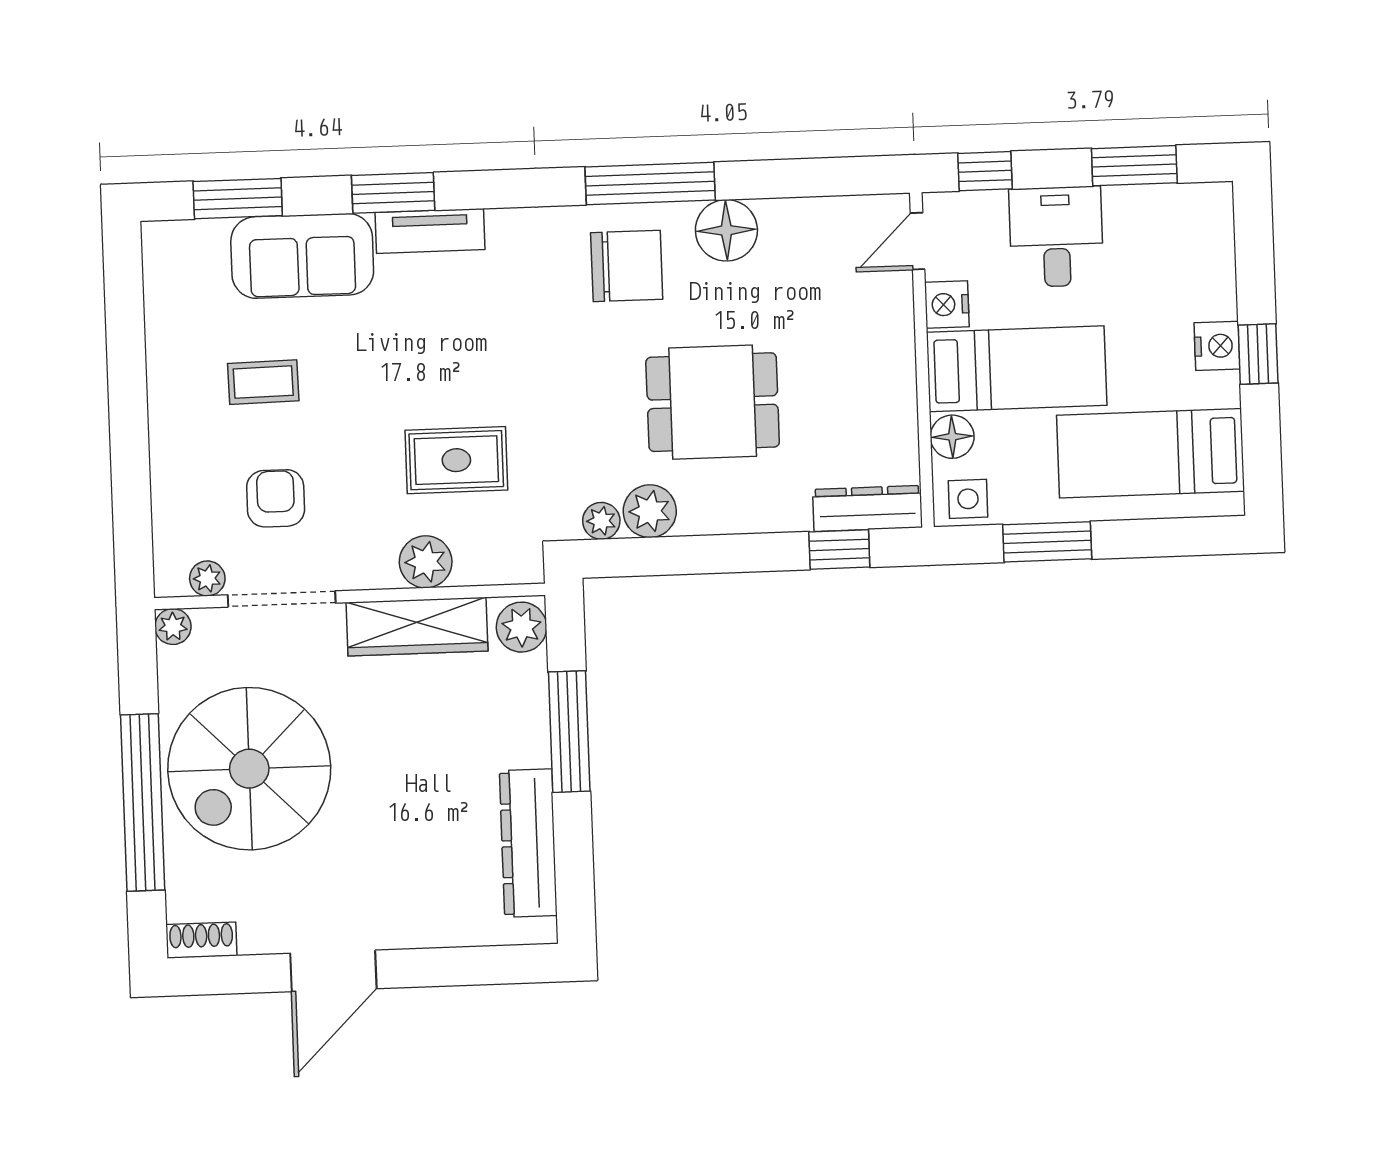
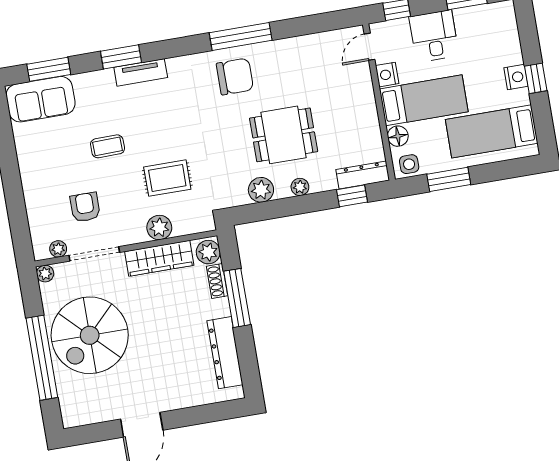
floor lamp: (726, 230) -> (279, 54), removed
sofa: (302, 256) -> (41, 99), moved
coffee table: (263, 382) -> (108, 146), moved
plant: (601, 521) -> (300, 187), moved
shoe rack: (201, 940) -> (217, 281), moved, turned -90

